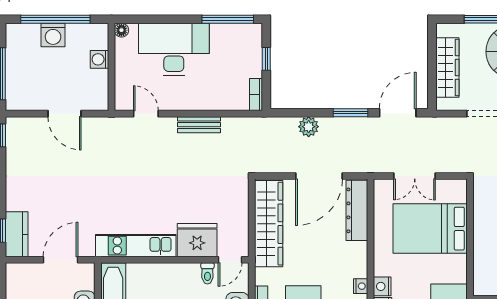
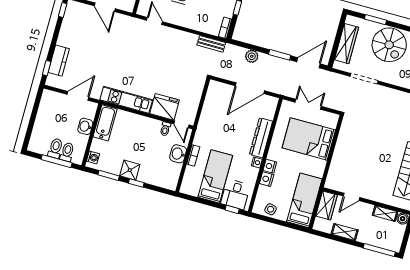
bench: (199, 125) -> (211, 44), moved
double door: (415, 176) -> (308, 104), swing flipped
dresser: (357, 210) -> (261, 138), moved
wardrobe: (269, 224) -> (211, 109), removed
kitchen counter: (17, 234) -> (59, 61), moved
door: (230, 260) -> (181, 124), hinge flipped

